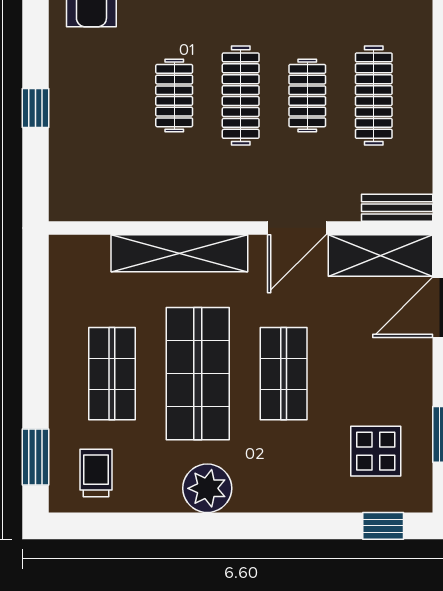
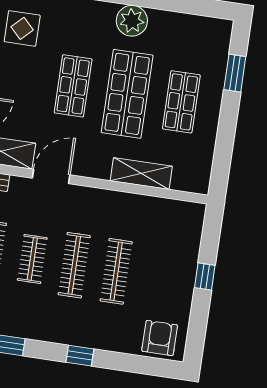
clothes rail: (174, 96) -> (116, 271), width x1.36
shelving: (179, 253) -> (141, 174), width x0.68
window: (36, 457) -> (235, 73), moved
trolley: (96, 473) -> (201, 41), removed

